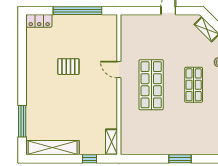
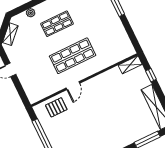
pallet: (68, 67) -> (56, 107), moved, turned 90

